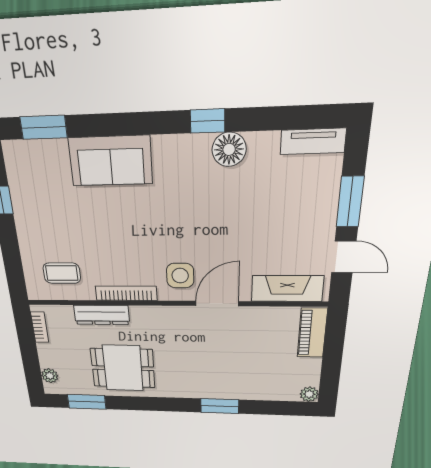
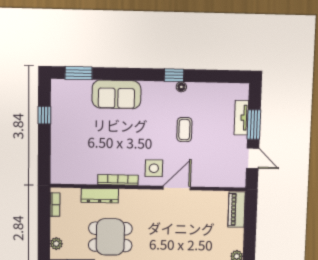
tv unit: (313, 141) -> (241, 118), moved, turned 90
floor lamp: (229, 149) -> (181, 87), width x0.53, depth x0.53
coffee table: (62, 273) -> (184, 130), moved, turned 90
fireplace: (287, 289) -> (220, 178), removed

